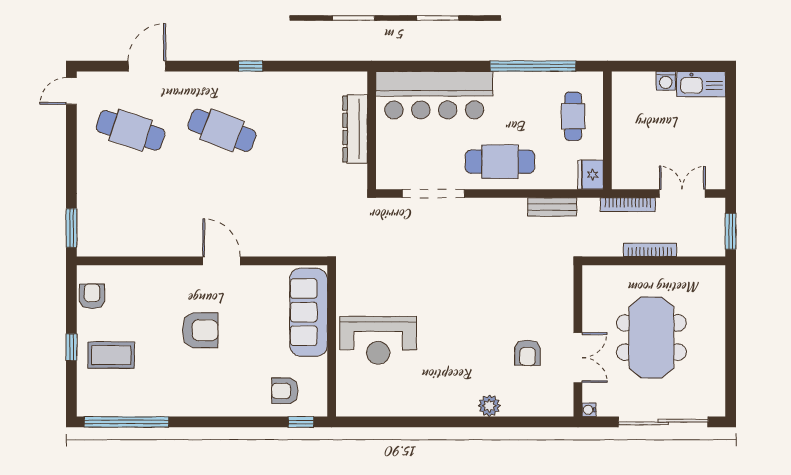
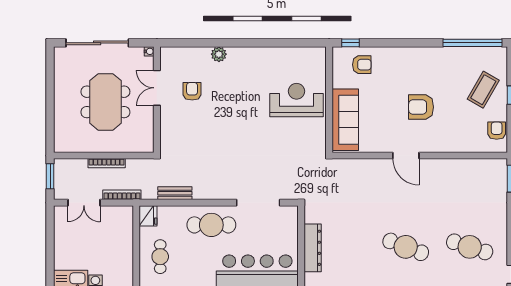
armchair: (92, 296) -> (497, 131), turned 180
coffee table: (111, 355) -> (483, 90), turned -60

